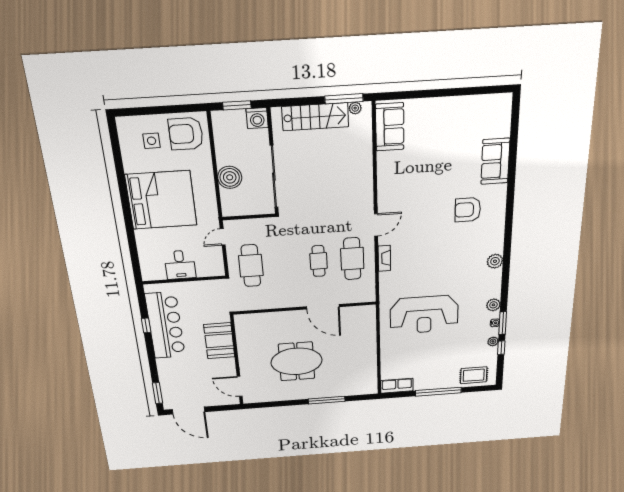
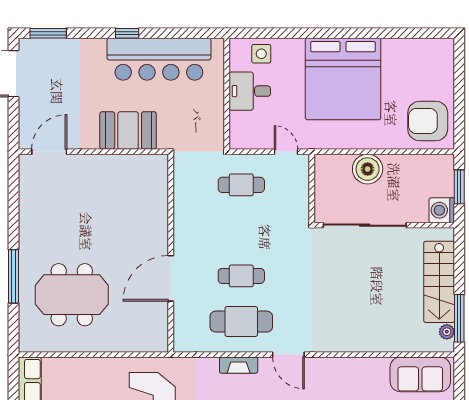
armchair: (186, 134) -> (428, 121), turned -90
side table: (152, 141) -> (261, 54), moved
cafe table: (251, 266) -> (241, 185), width x0.73, depth x0.74
window: (146, 325) -> (127, 33), moved
meeting table: (297, 361) -> (72, 295), moved, turned 90

